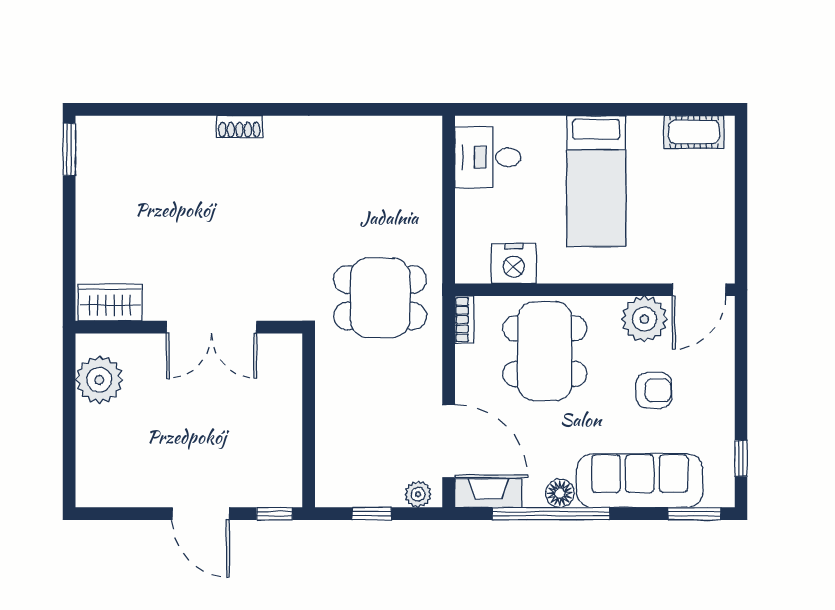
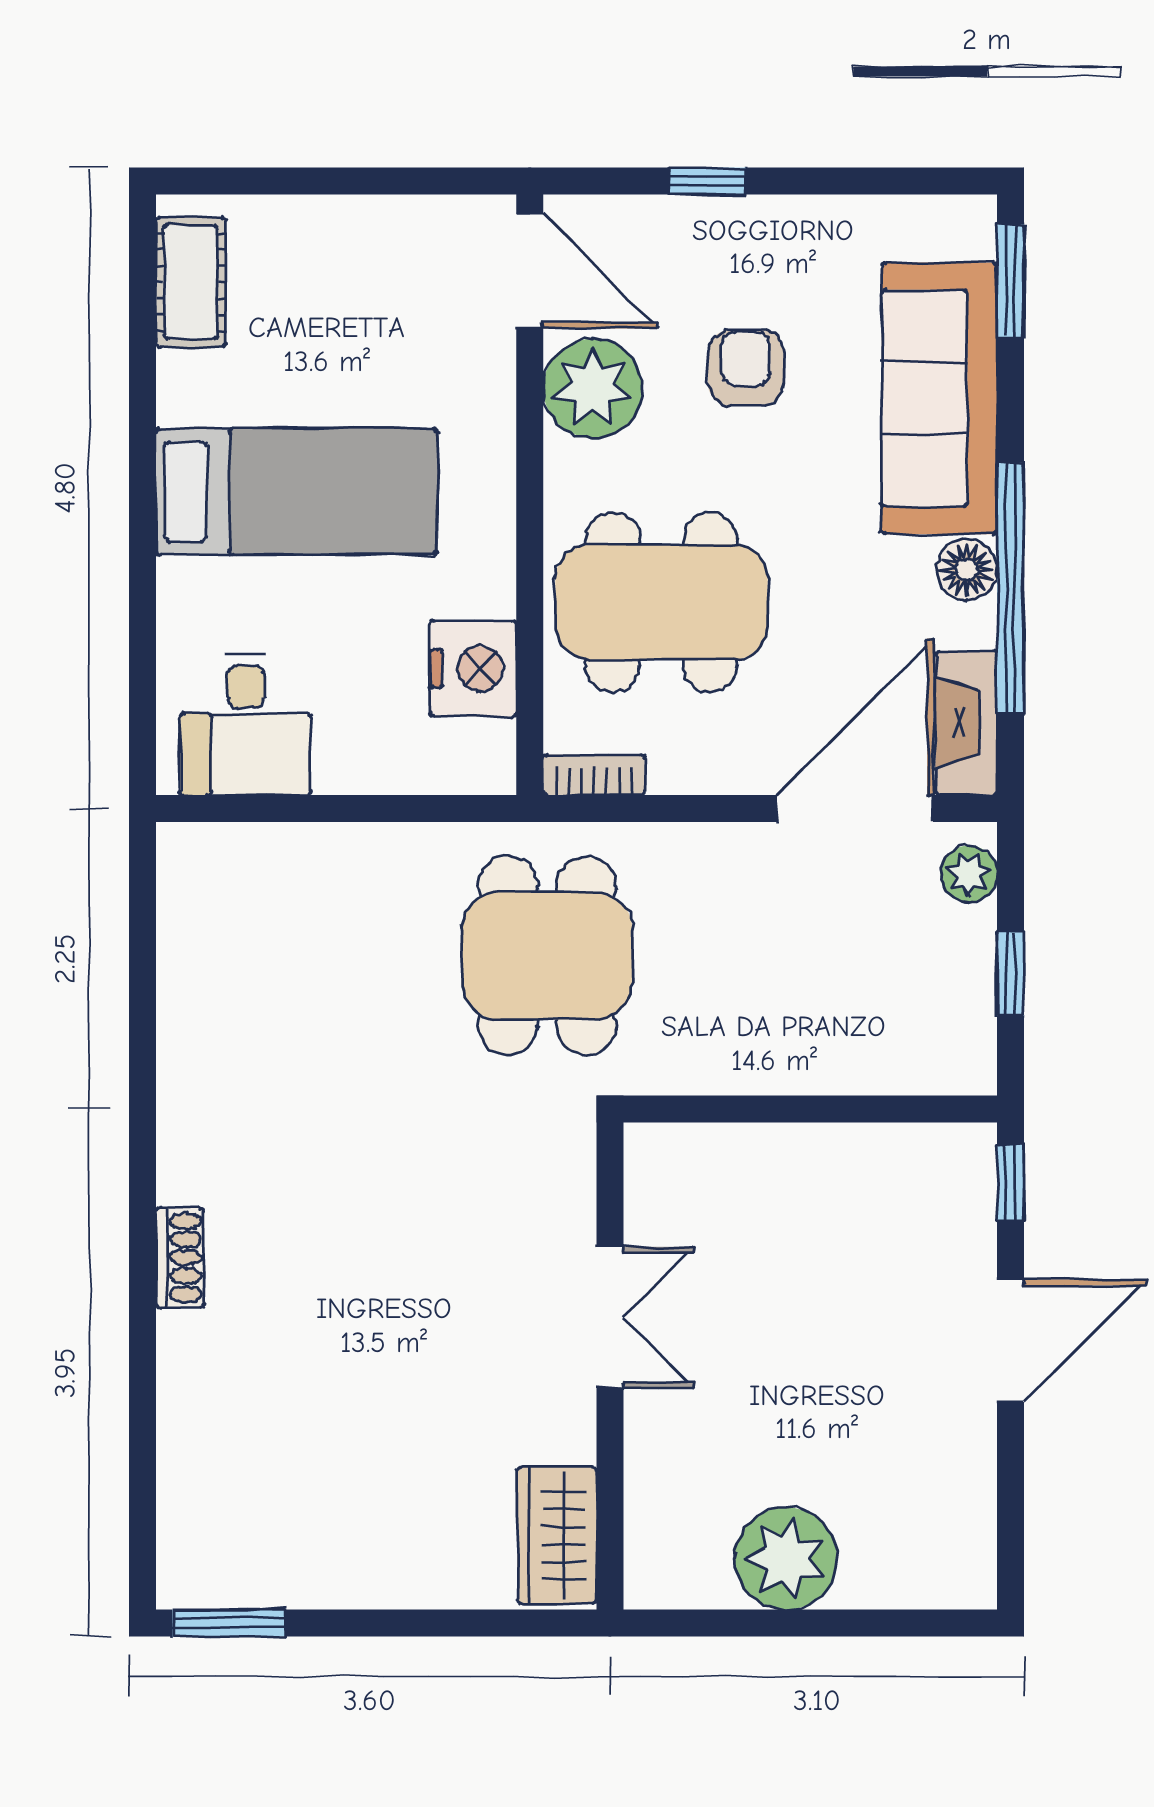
double door: (212, 327) -> (610, 1317), width x0.73
plant: (99, 380) -> (786, 1558), moved
window: (741, 458) -> (707, 181), moved

